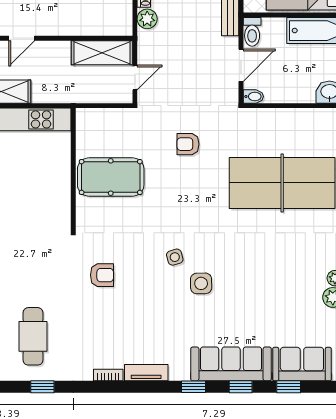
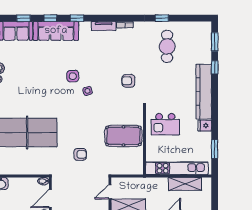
kitchen island: (36, 198) -> (165, 124), added

